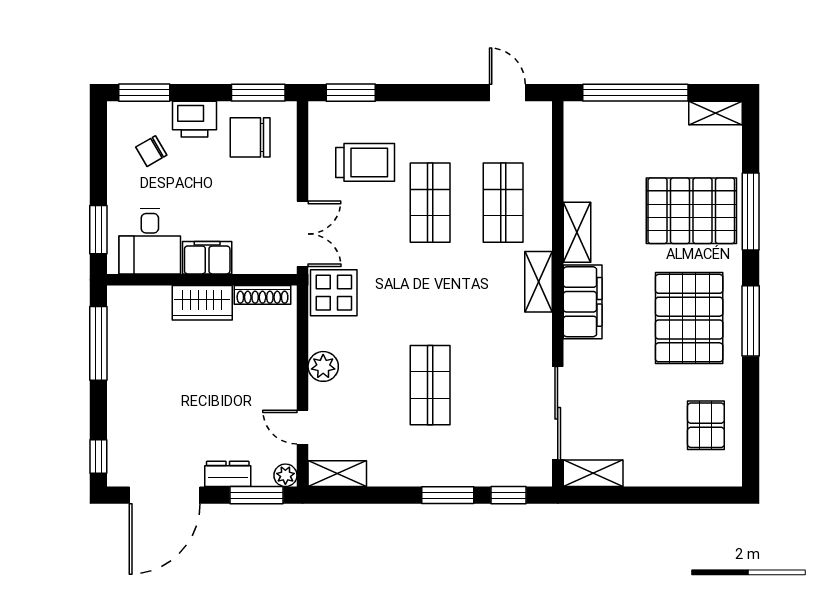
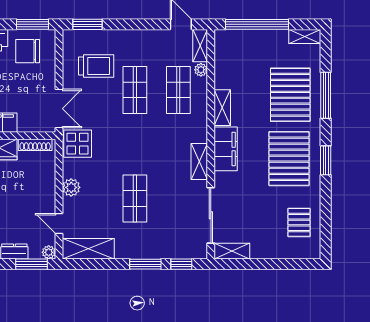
shelving: (540, 128) -> (200, 46), added
plant: (541, 169) -> (201, 70), added
pallet: (691, 211) -> (290, 95), turned 90
shelving: (538, 282) -> (199, 161), moved
window: (751, 321) -> (326, 160), width x0.69
shelving: (337, 474) -> (88, 249), width x1.50, depth x1.33

